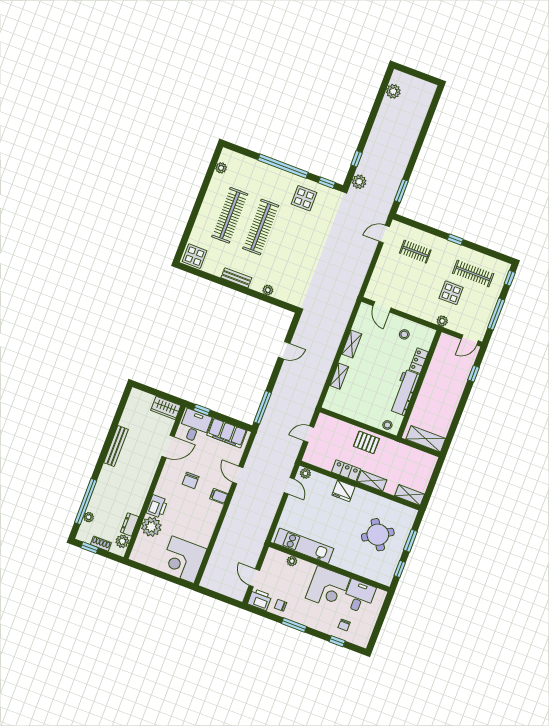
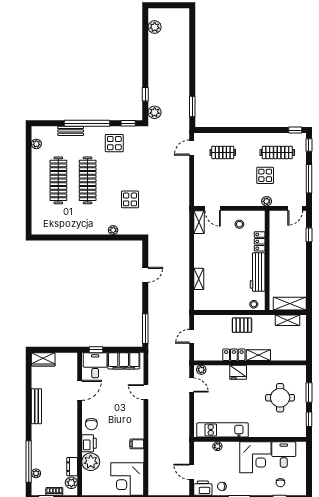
window: (455, 240) -> (295, 130), moved
display table: (195, 256) -> (130, 199), moved
bench: (236, 278) -> (71, 131), moved
shelving: (352, 344) -> (199, 222), moved
wardrobe: (166, 408) -> (43, 359), moved
chair: (191, 480) -> (91, 424), moved
shelving: (410, 495) -> (288, 320), moved
filing cabinet: (219, 496) -> (137, 444), moved
round table: (378, 535) -> (280, 398), turned 32

